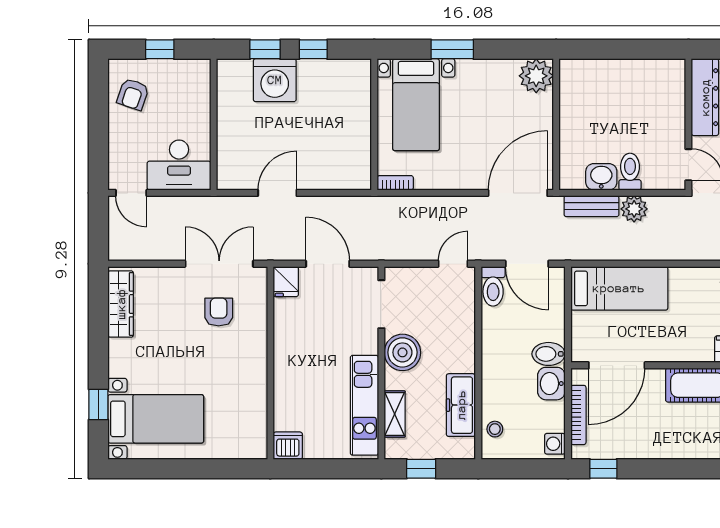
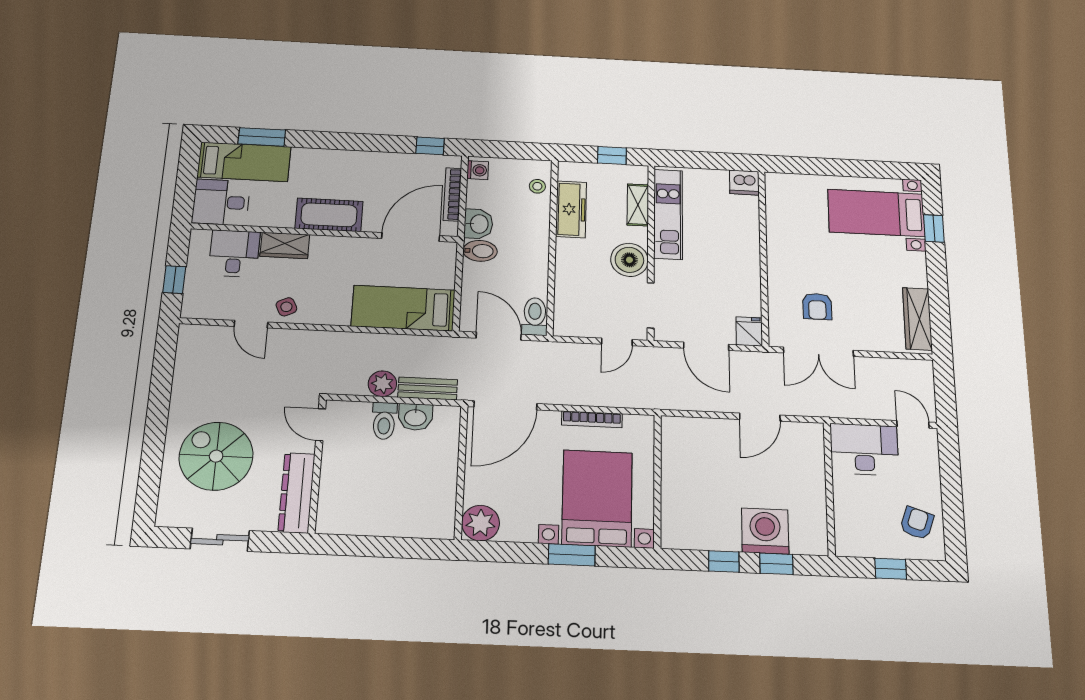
bed with nightstands: (416, 105) -> (597, 498), width x1.36
bookcase: (395, 183) -> (592, 419), moved, width x1.56
door: (453, 264) -> (617, 342), moved

